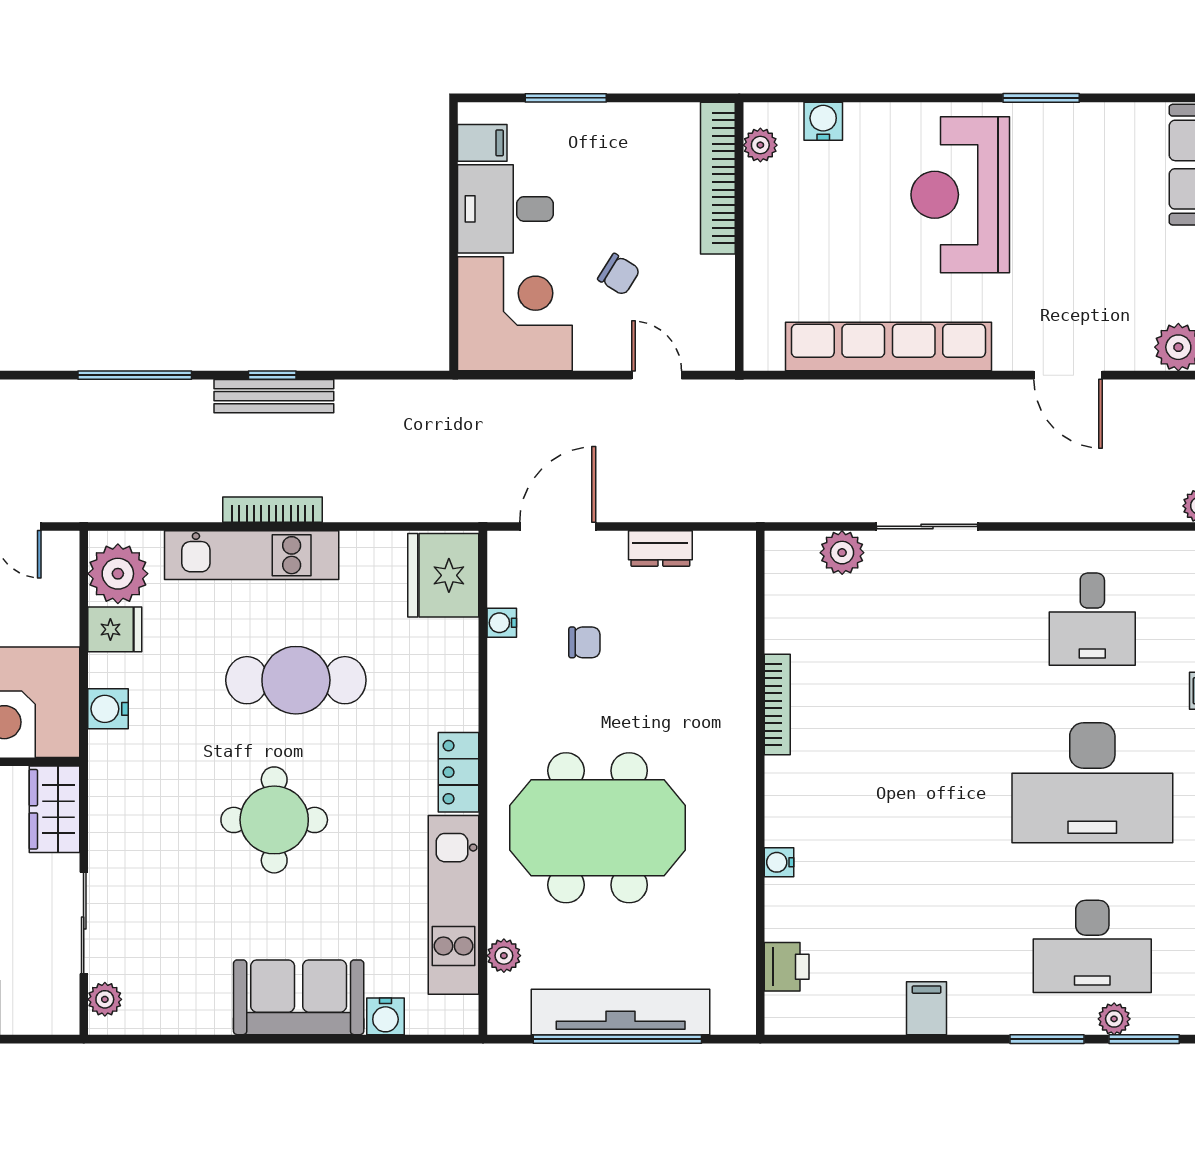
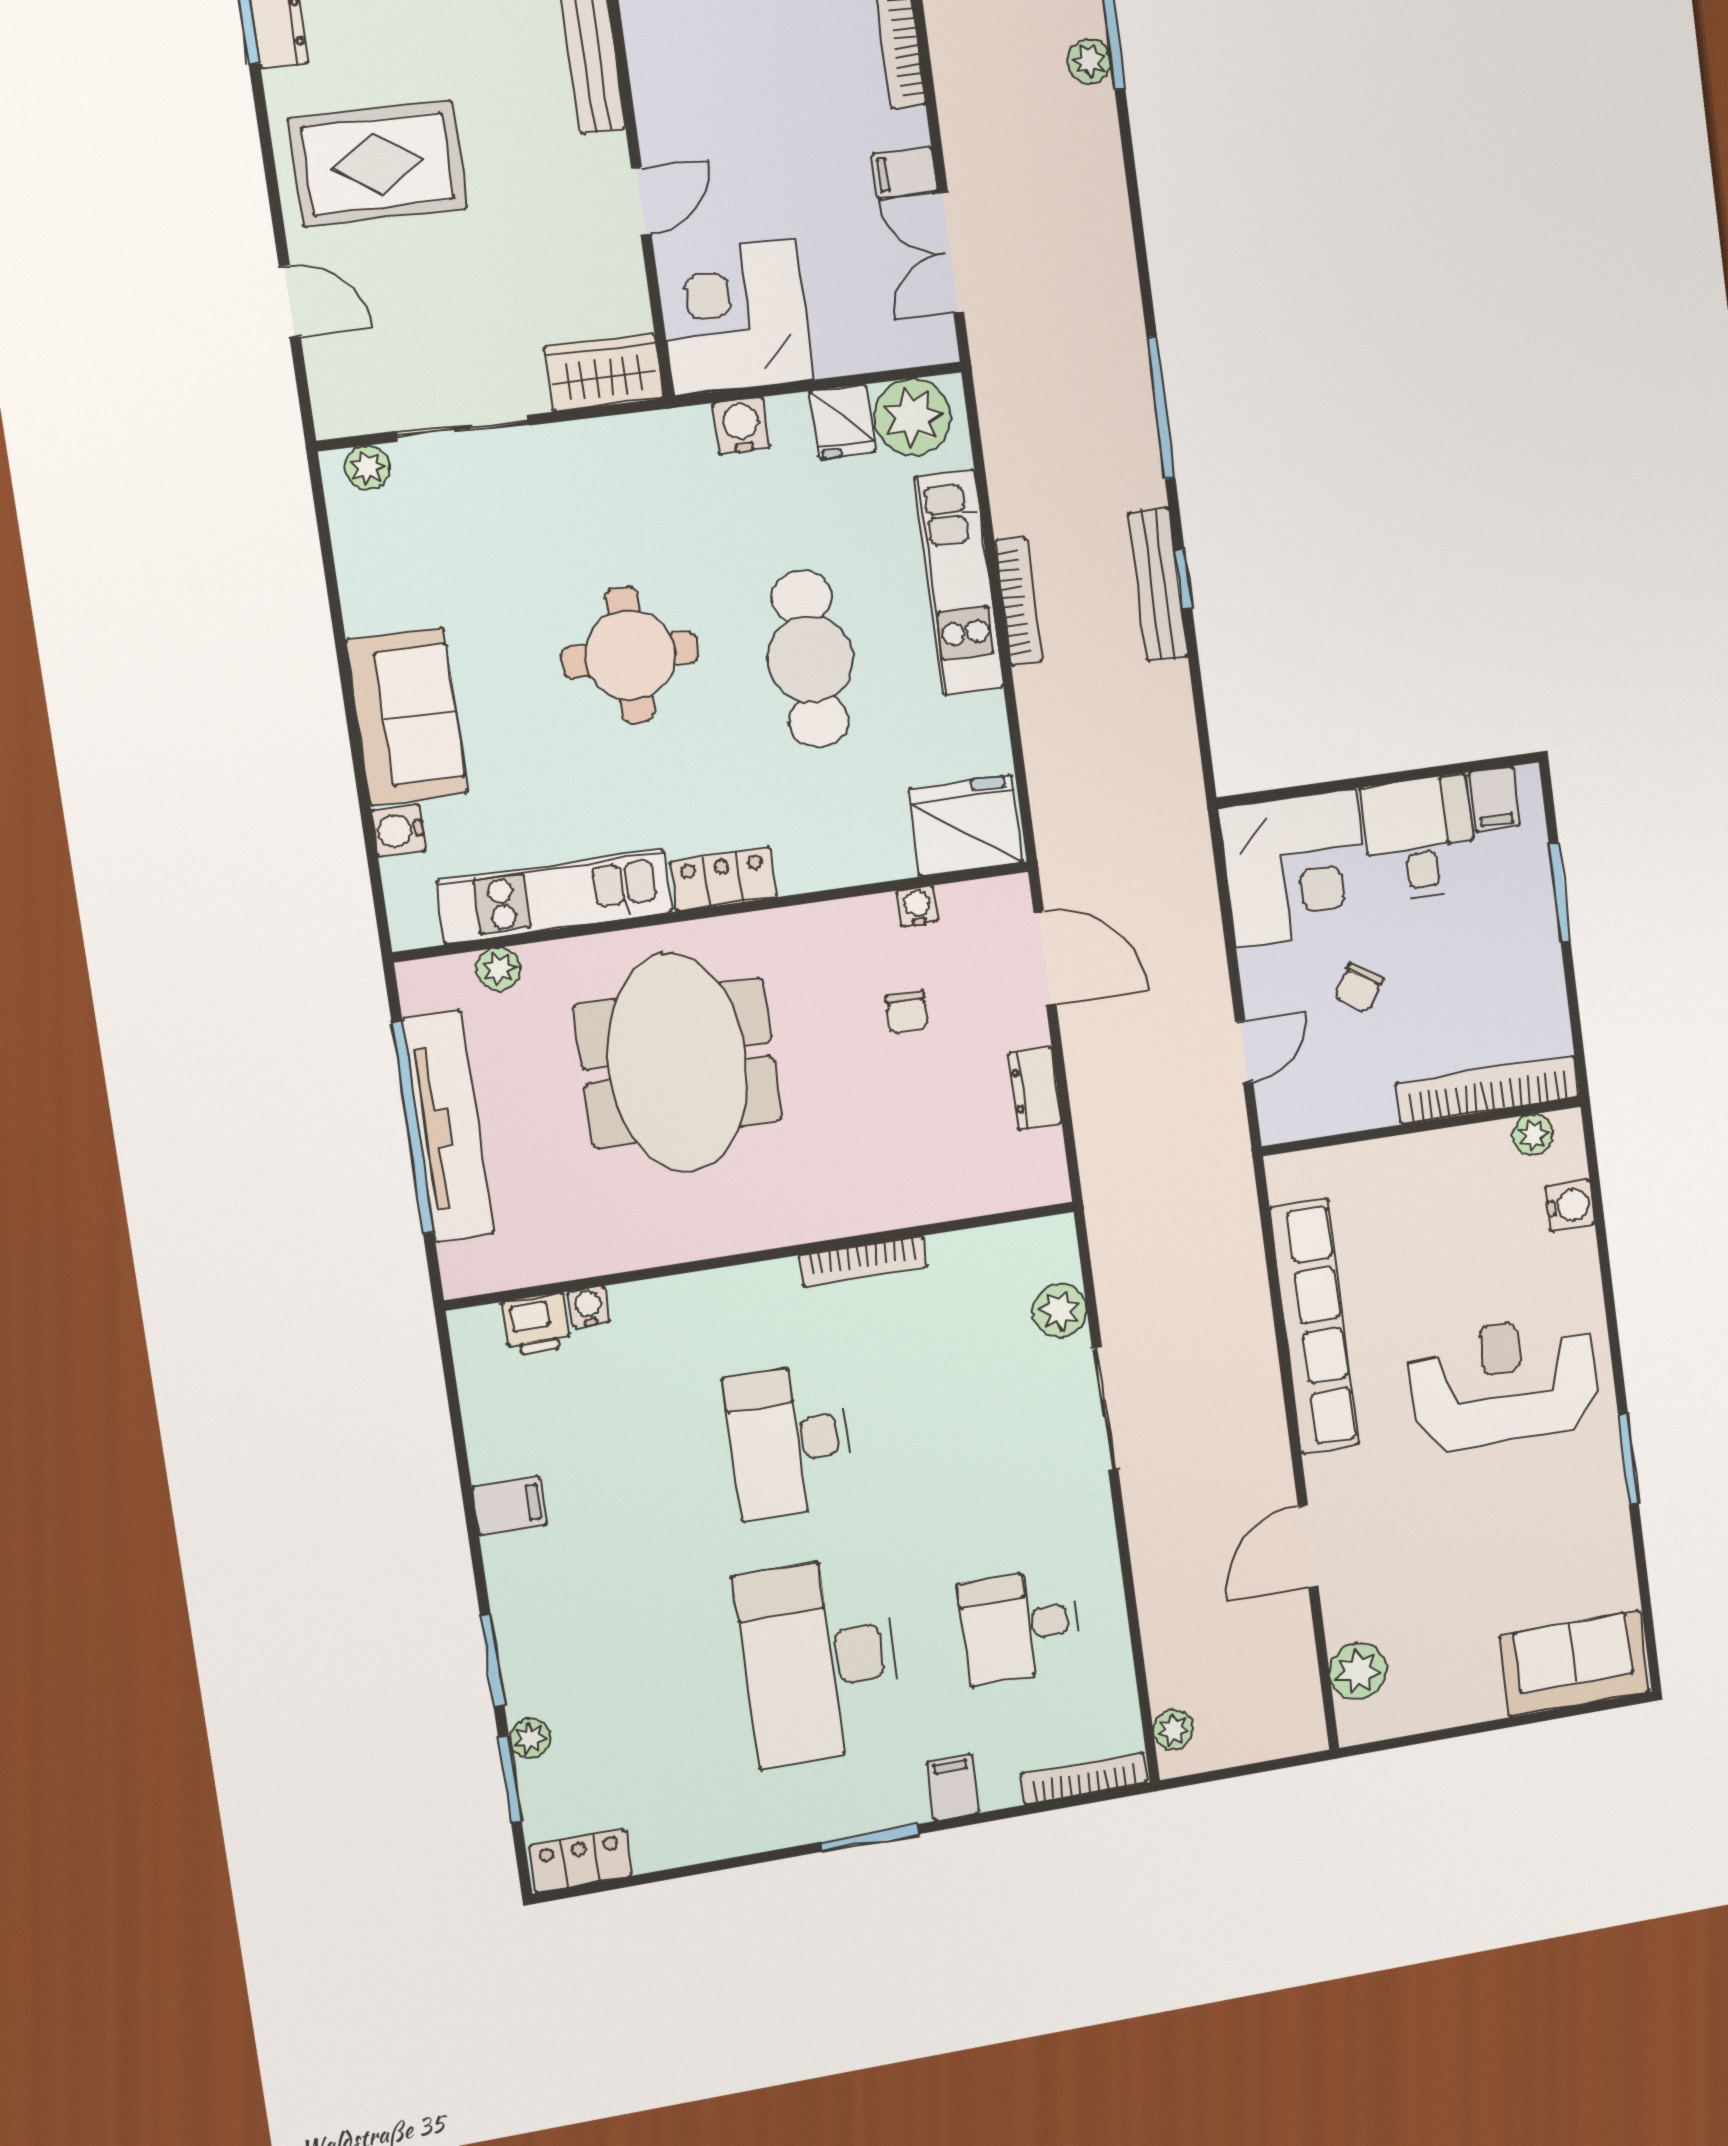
water cooler: (779, 862) -> (589, 1307), moved
desk: (1092, 946) -> (789, 1441), moved

